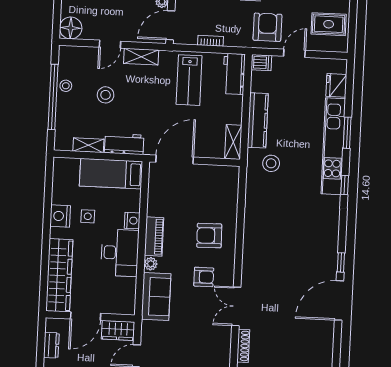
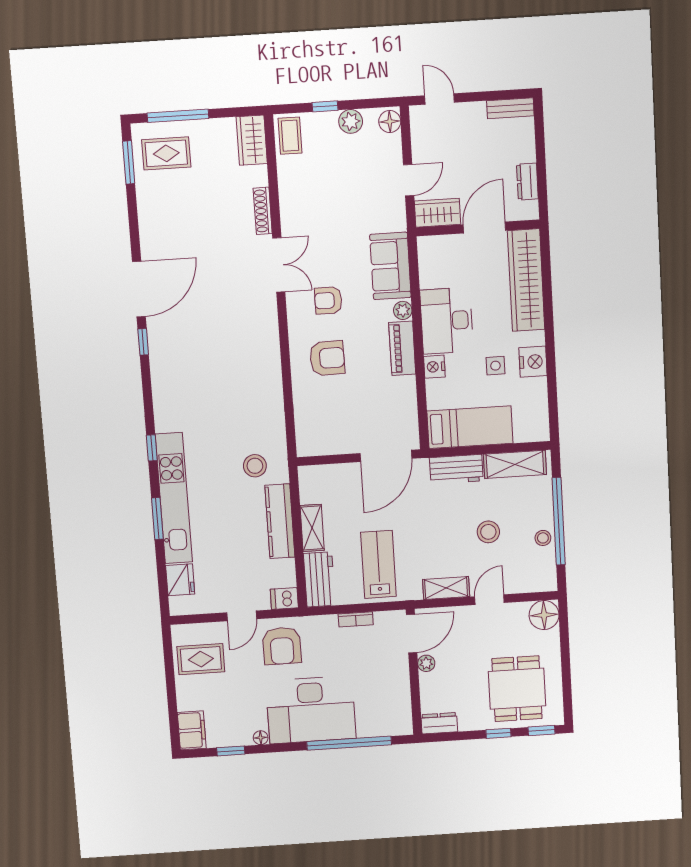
shelving: (233, 142) -> (312, 528), moved
shelving: (88, 145) -> (515, 464), width x1.50, depth x1.33

